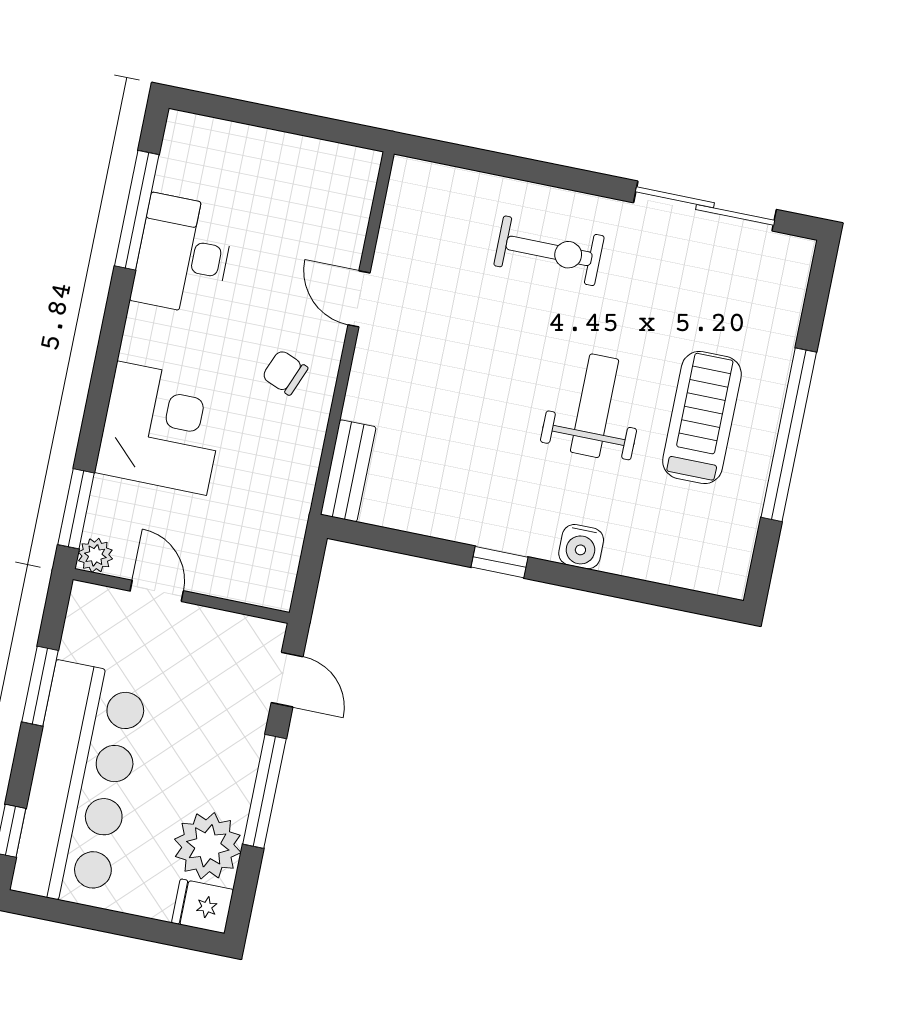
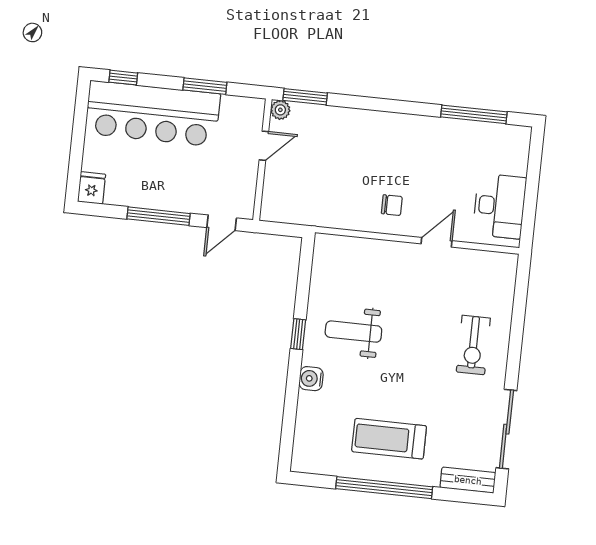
desk: (183, 255) -> (500, 206), moved, turned 90
chair: (285, 372) -> (392, 205), turned 68
weight bench: (595, 406) -> (353, 332), moved, turned 180
treadmill: (702, 418) -> (389, 439), turned 180
corner desk: (162, 428) -> (354, 140), removed
bench: (348, 471) -> (468, 480), moved
plant: (208, 846) -> (125, 188), removed

